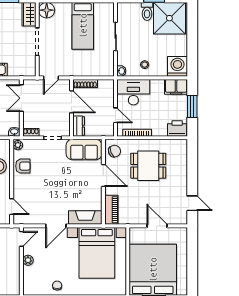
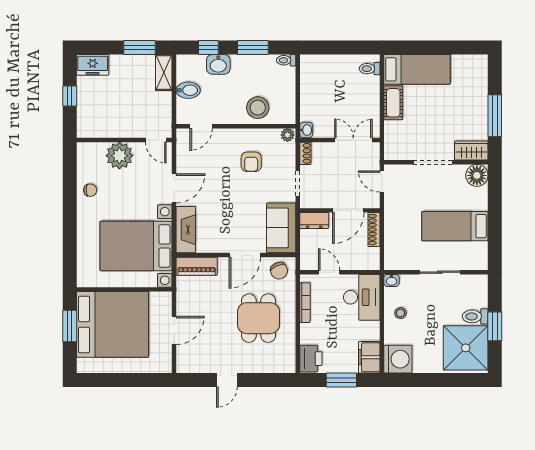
door: (116, 115) -> (329, 272), swing flipped
armchair: (23, 166) -> (251, 162), moved
door: (192, 203) -> (227, 380), moved
door: (56, 226) -> (174, 188), swing flipped
plant: (28, 260) -> (119, 156), width x1.87, depth x1.87

